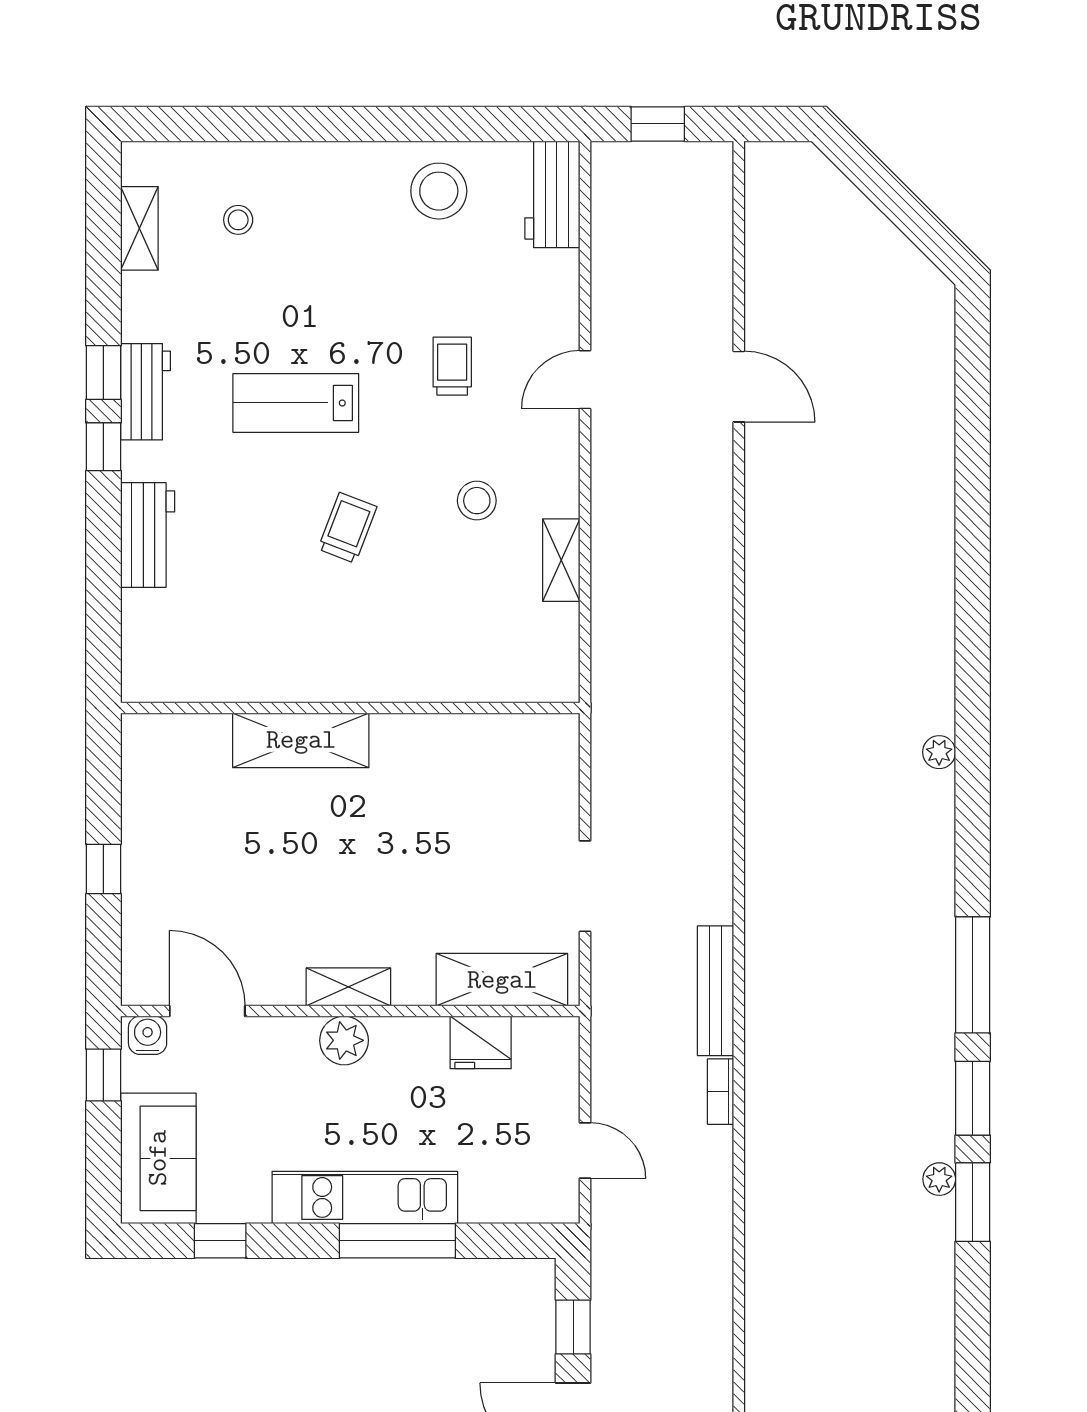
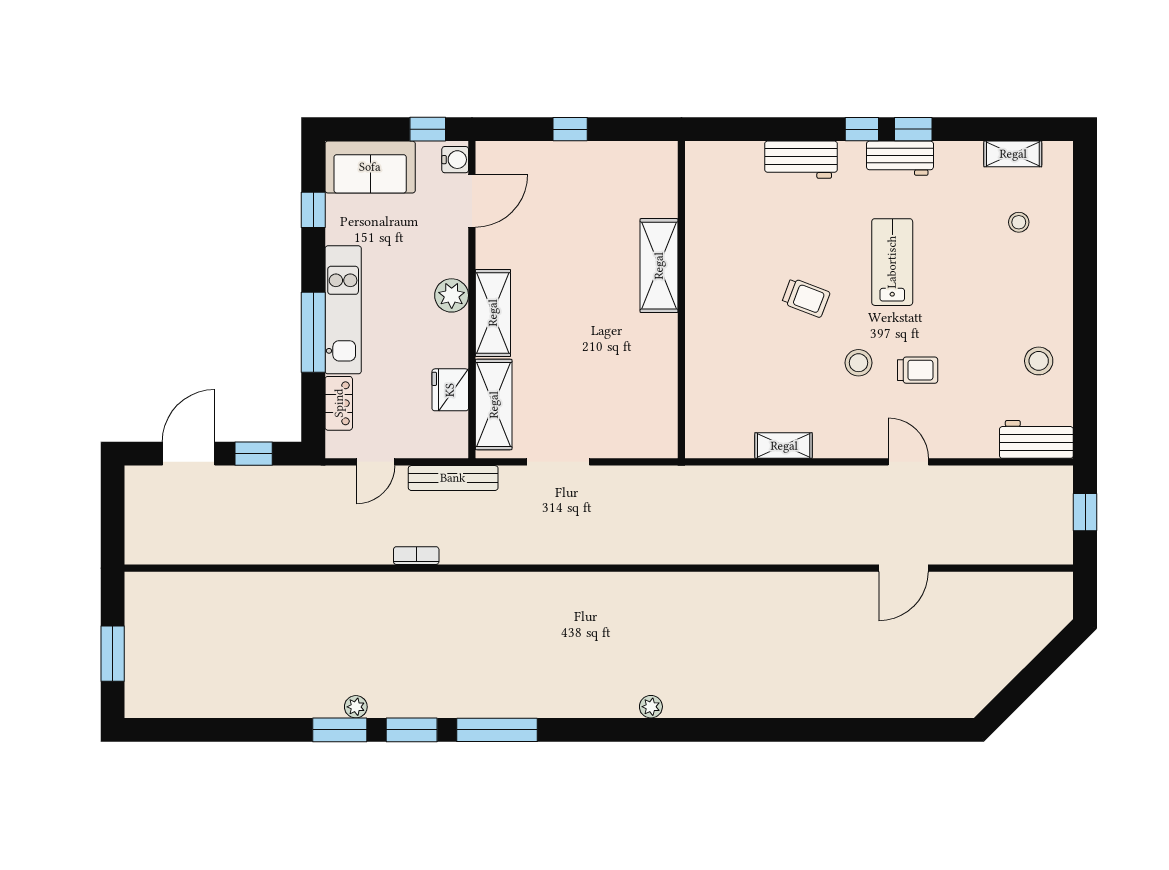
stool: (439, 191) -> (1039, 361), width x0.73, depth x0.73
stool: (477, 501) -> (859, 363), moved
shelving: (348, 987) -> (493, 313), width x1.50, depth x1.33
bench: (715, 991) -> (453, 478), moved
locker: (500, 1204) -> (339, 403), added

